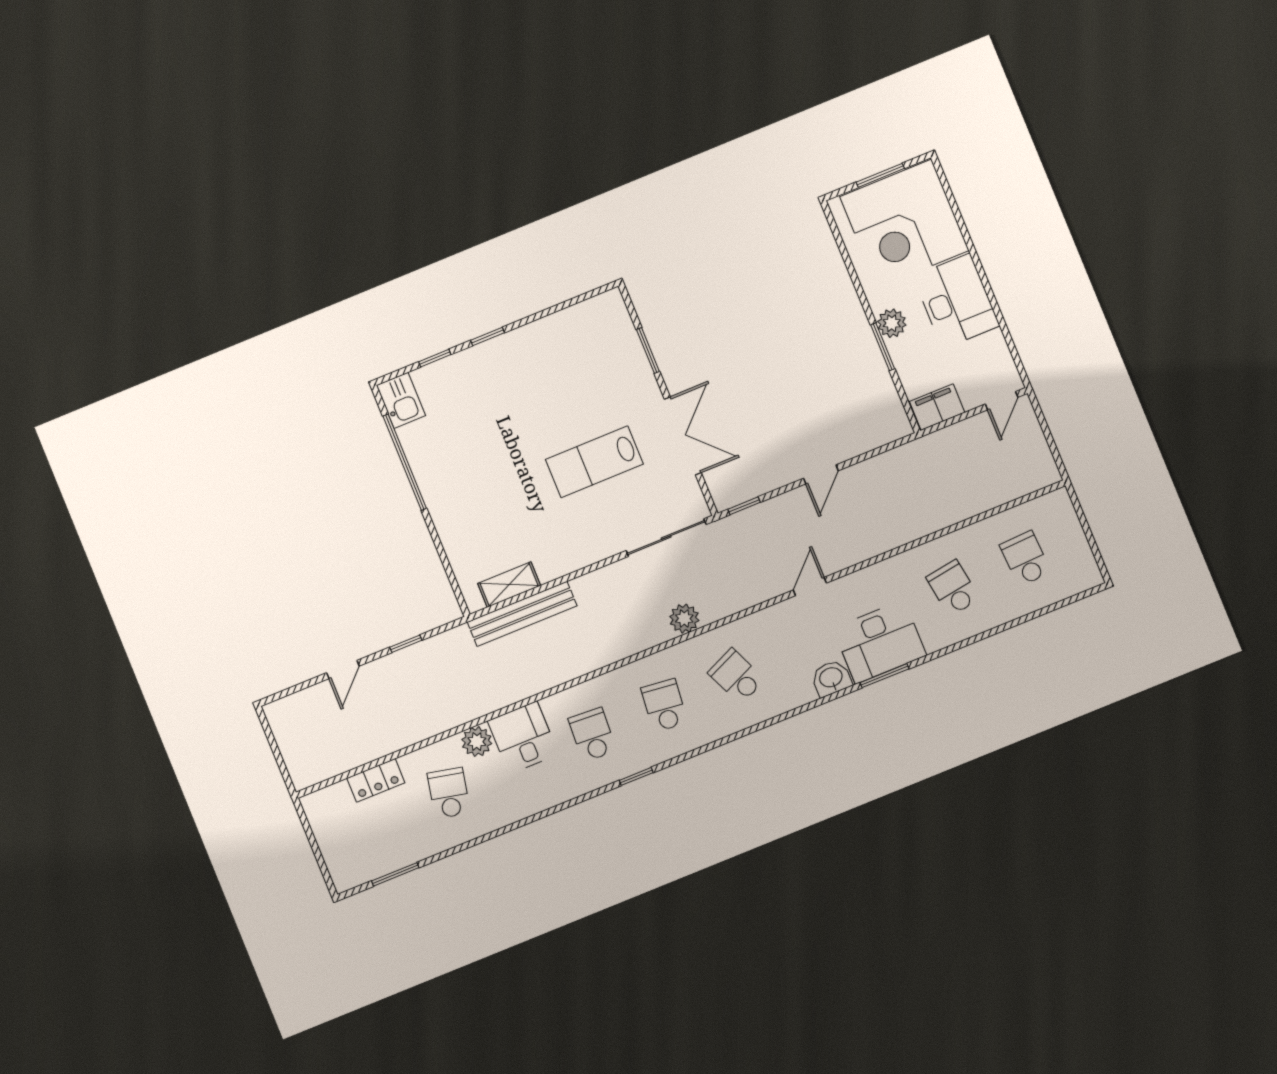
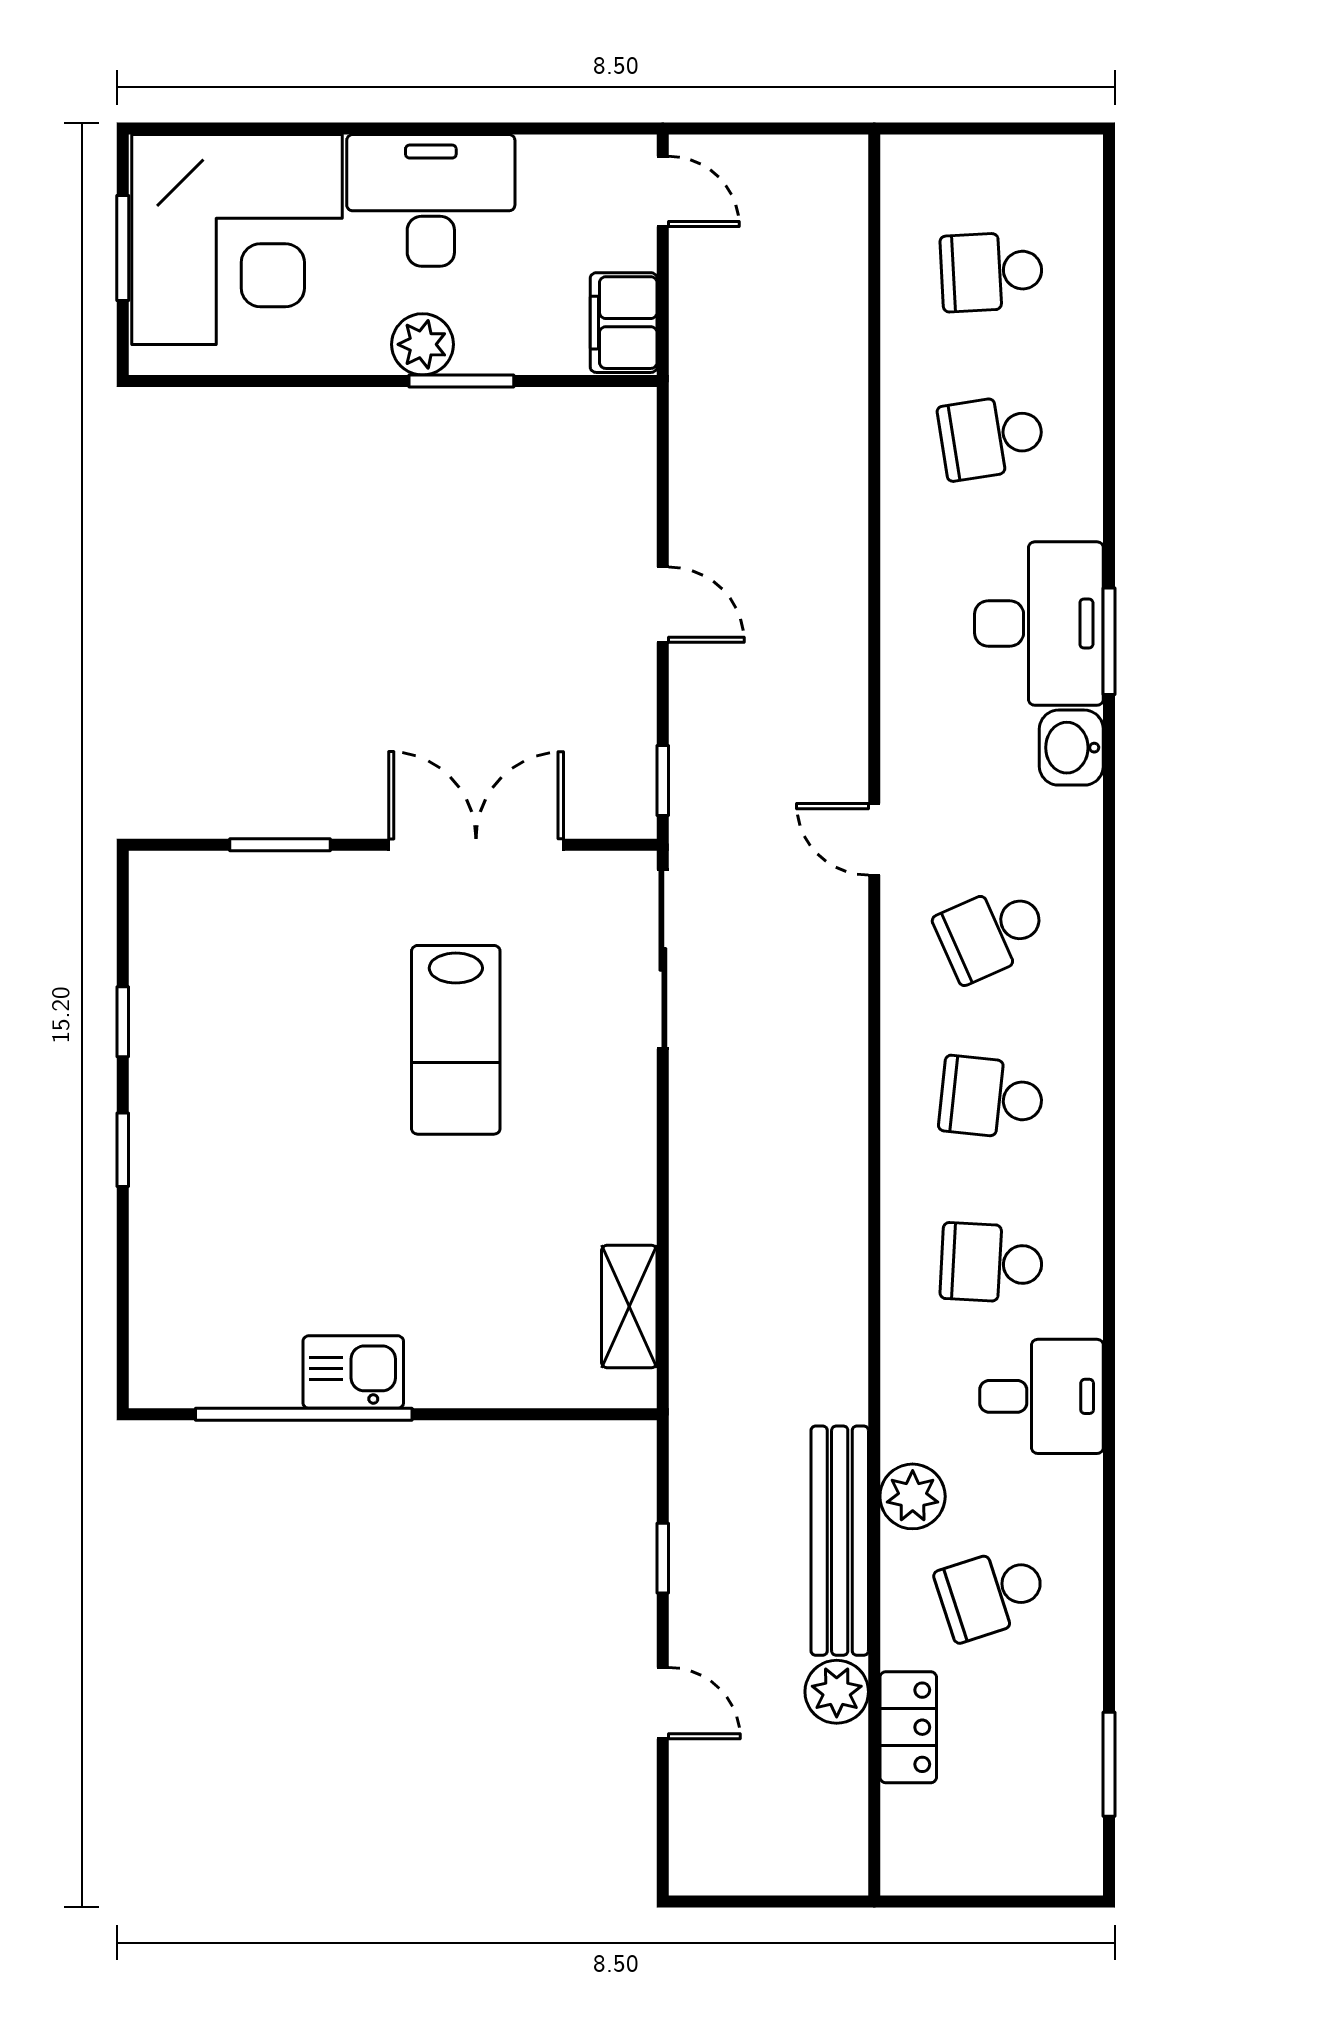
window: (435, 358) -> (123, 1022), moved
kitchen sink: (401, 400) -> (353, 1372), moved
door: (810, 586) -> (874, 839), moved
bench: (522, 614) -> (840, 1541), moved
plant: (684, 619) -> (837, 1692), moved
desk: (523, 738) -> (1041, 1396), moved, turned 180
window: (636, 776) -> (1109, 1210), removed
school desk: (449, 793) -> (992, 1593), turned -30

